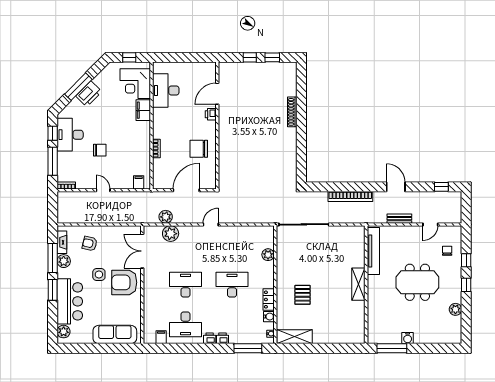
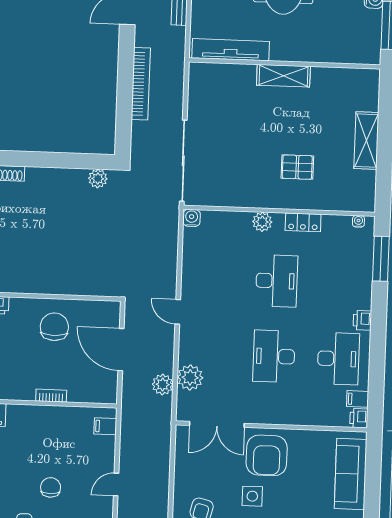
chair: (199, 149) -> (54, 327), turned 180
plant: (291, 172) -> (98, 179), added
plant: (268, 255) -> (262, 222), moved
desk: (232, 285) -> (277, 281), turned 180
water cooler: (269, 317) -> (192, 218), moved
shelving: (295, 337) -> (366, 141), moved
printer: (222, 338) -> (359, 418), moved

